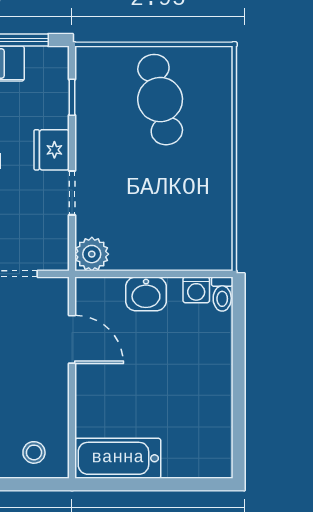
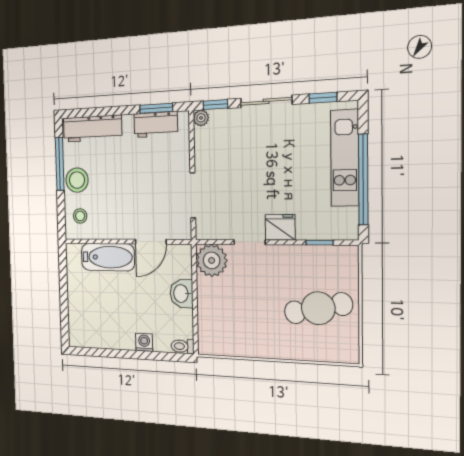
plant: (92, 254) -> (212, 260), width x1.36, depth x1.36
washing machine: (196, 290) -> (144, 342), moved, turned 90
bathtub: (118, 458) -> (108, 257), moved, turned 90

